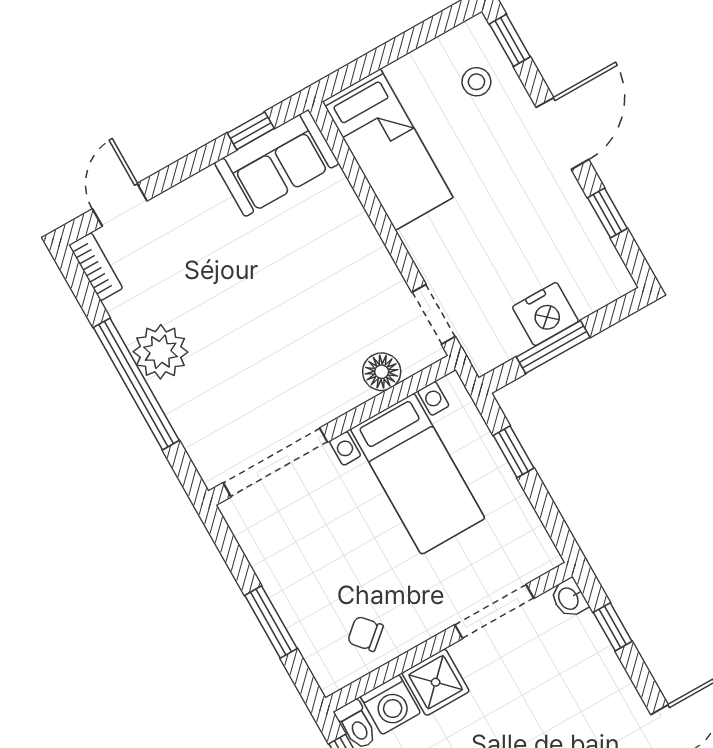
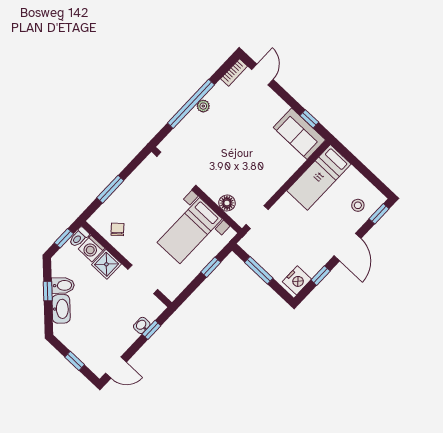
door: (562, 133) -> (348, 247), hinge flipped
door: (120, 205) -> (262, 74), hinge flipped
nightstand: (545, 314) -> (297, 280), moved, turned -90
plant: (161, 352) -> (203, 106), width x0.53, depth x0.53
washbasin: (569, 598) -> (142, 325), moved

